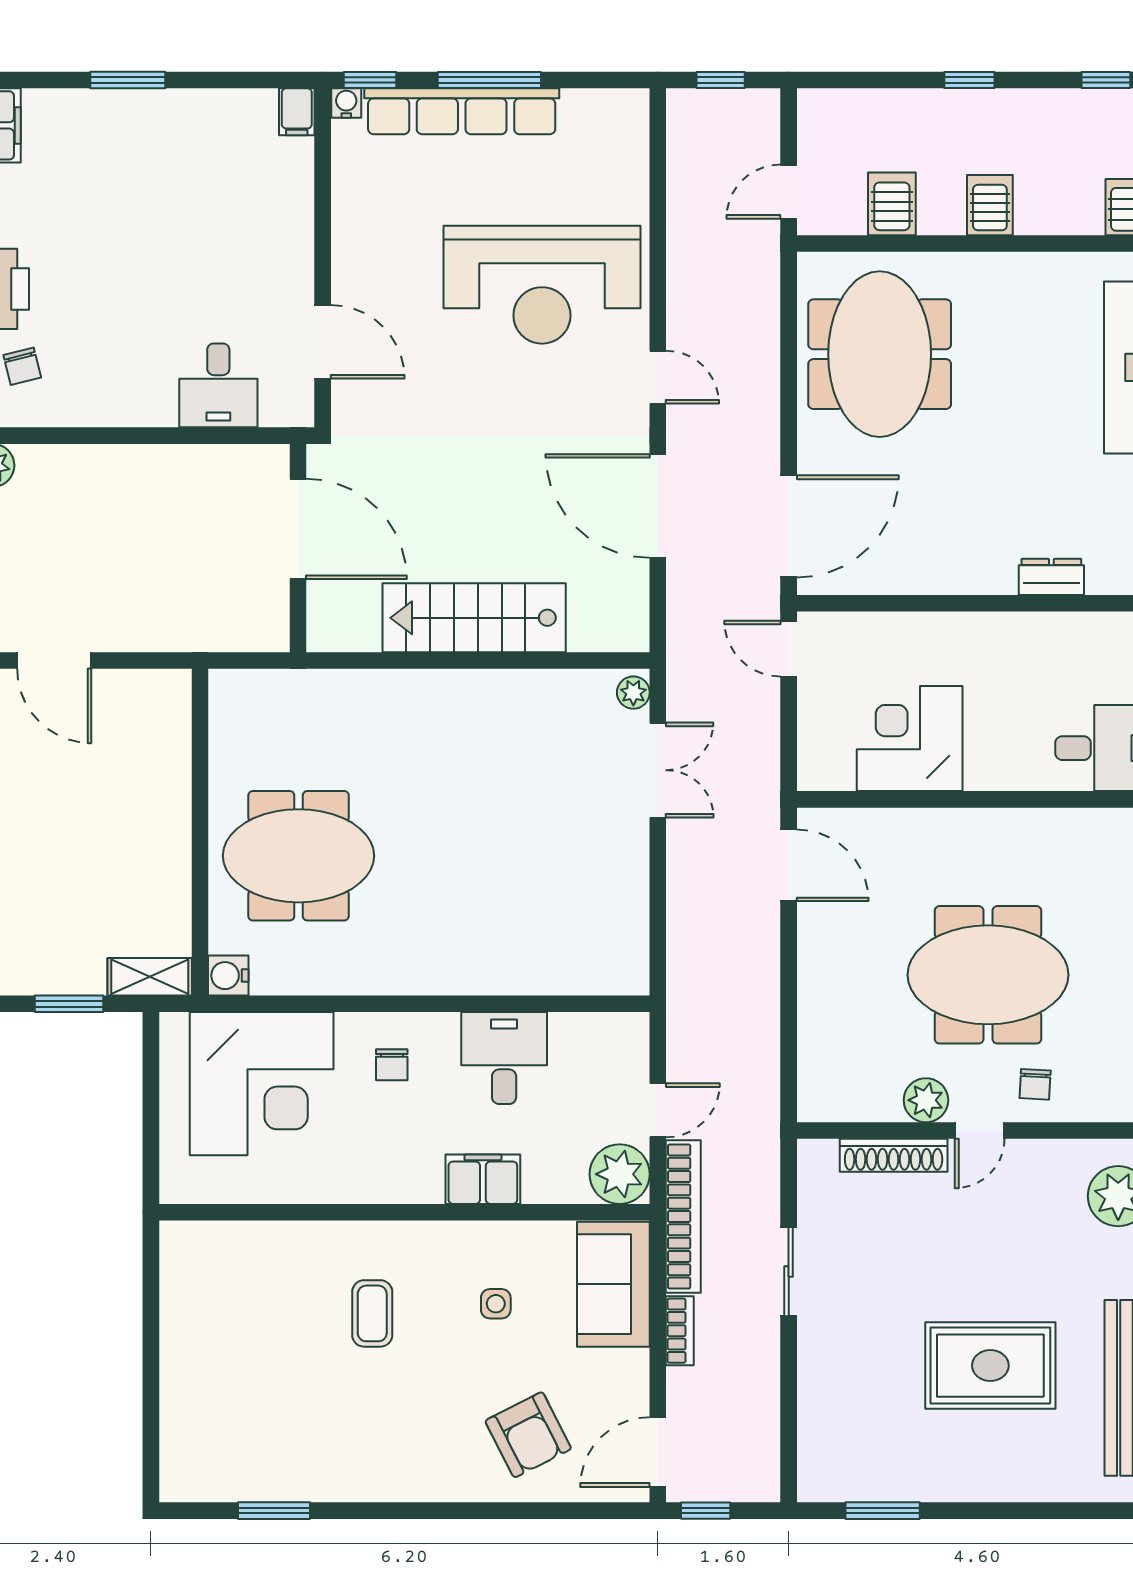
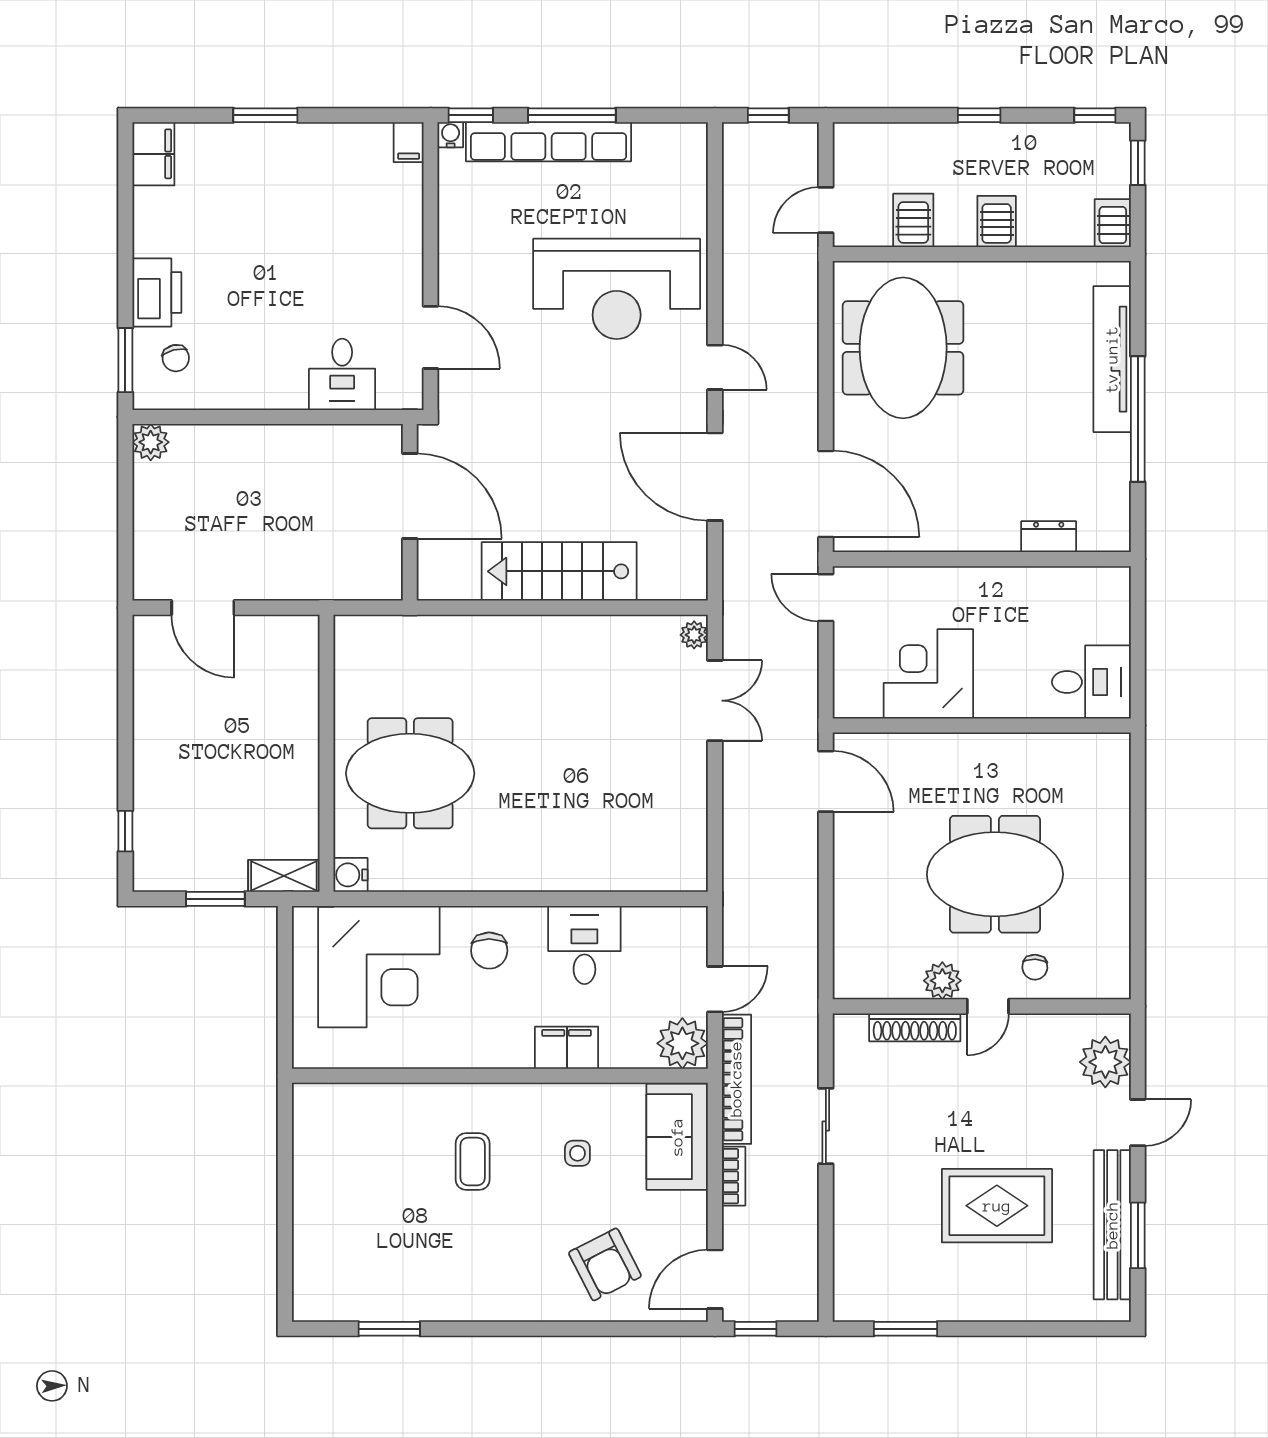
door: (789, 526) -> (826, 494), hinge flipped
chair: (392, 1065) -> (489, 951), width x1.37, depth x1.37

